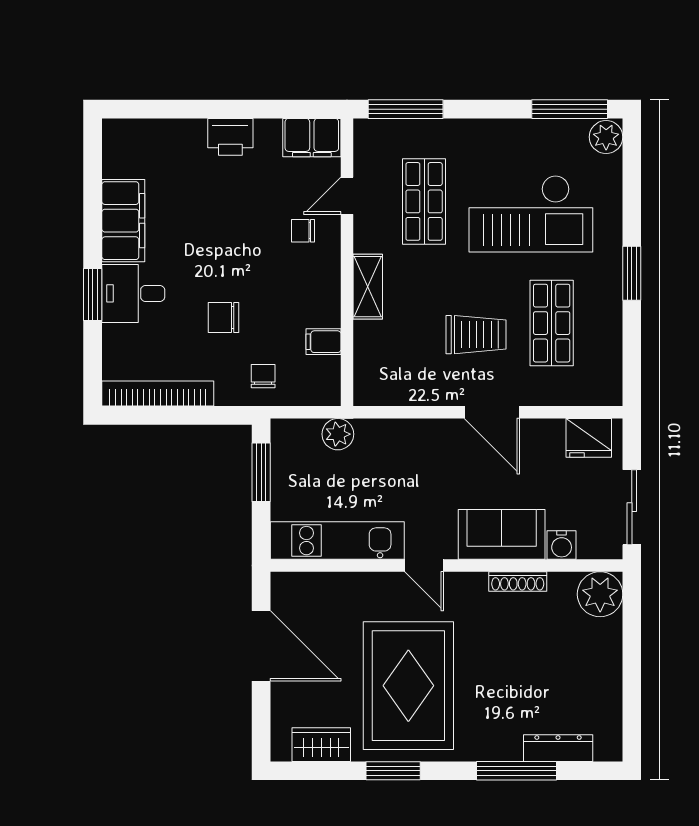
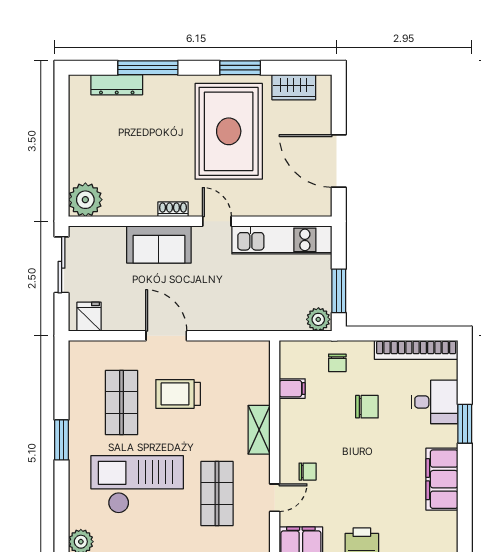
desk: (133, 293) -> (434, 402), moved
plant: (338, 434) -> (318, 319), moved
fridge: (589, 438) -> (89, 317), width x0.72
water cooler: (562, 545) -> (114, 237), removed
shoe rack: (518, 581) -> (173, 209), moved, width x0.70

